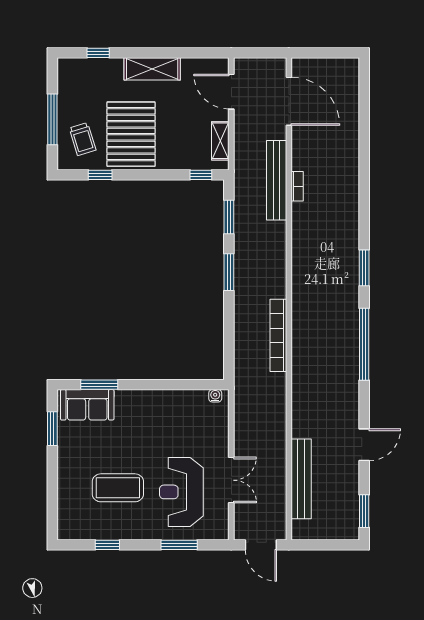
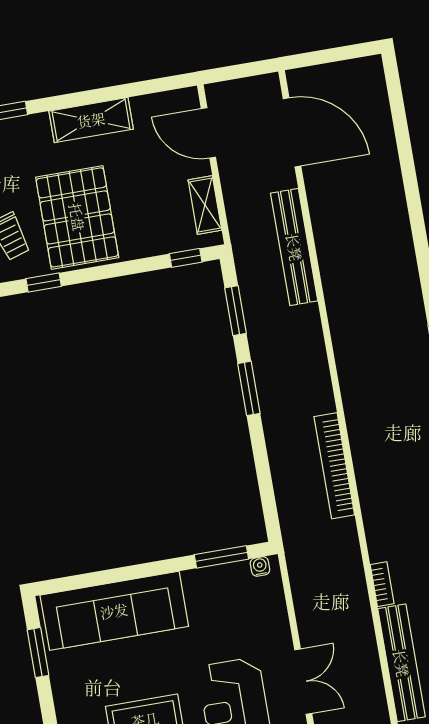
bookcase: (297, 186) -> (382, 584), moved
window: (99, 385) -> (221, 557), moved
sofa: (87, 405) -> (114, 611), width x1.85, depth x1.27

